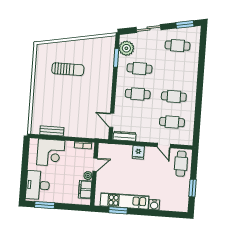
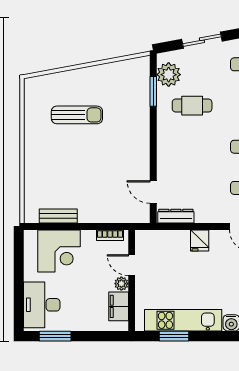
cafe table: (138, 94) -> (192, 147), removed
door: (95, 165) -> (132, 265), swing flipped

